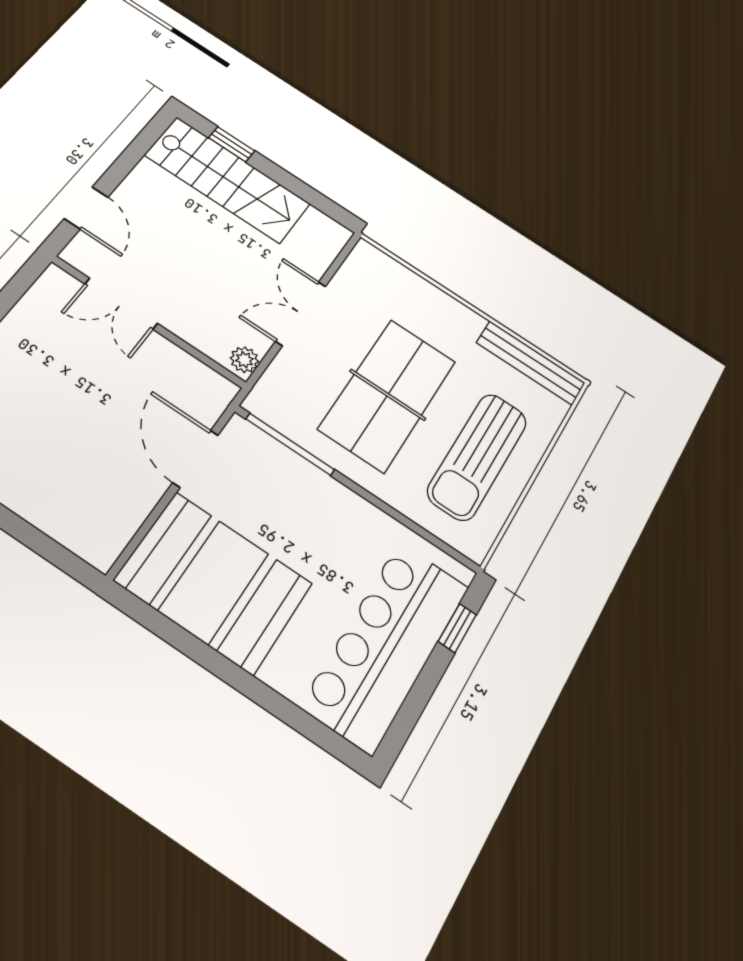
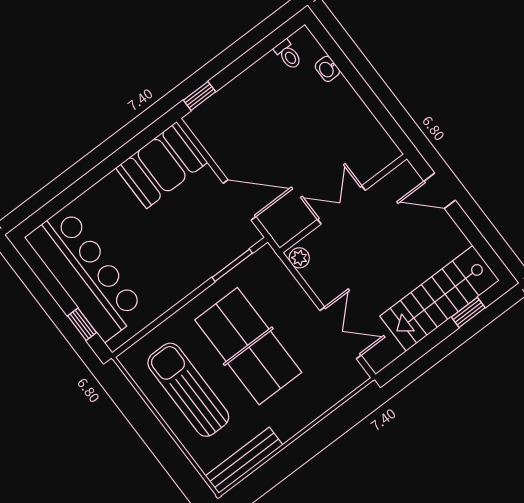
double door: (121, 304) -> (341, 205), moved
double door: (301, 313) -> (340, 333), moved
window: (290, 444) -> (232, 265), width x0.69
window: (62, 558) -> (200, 96), added
booth: (214, 582) -> (162, 165), width x0.73, depth x0.70

